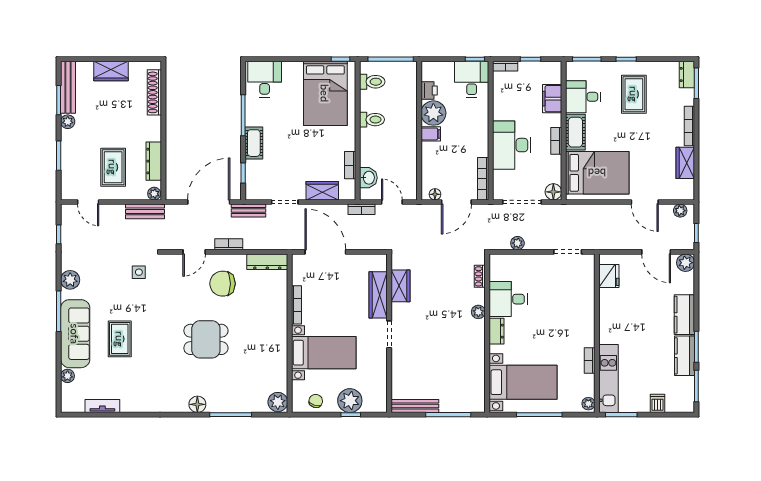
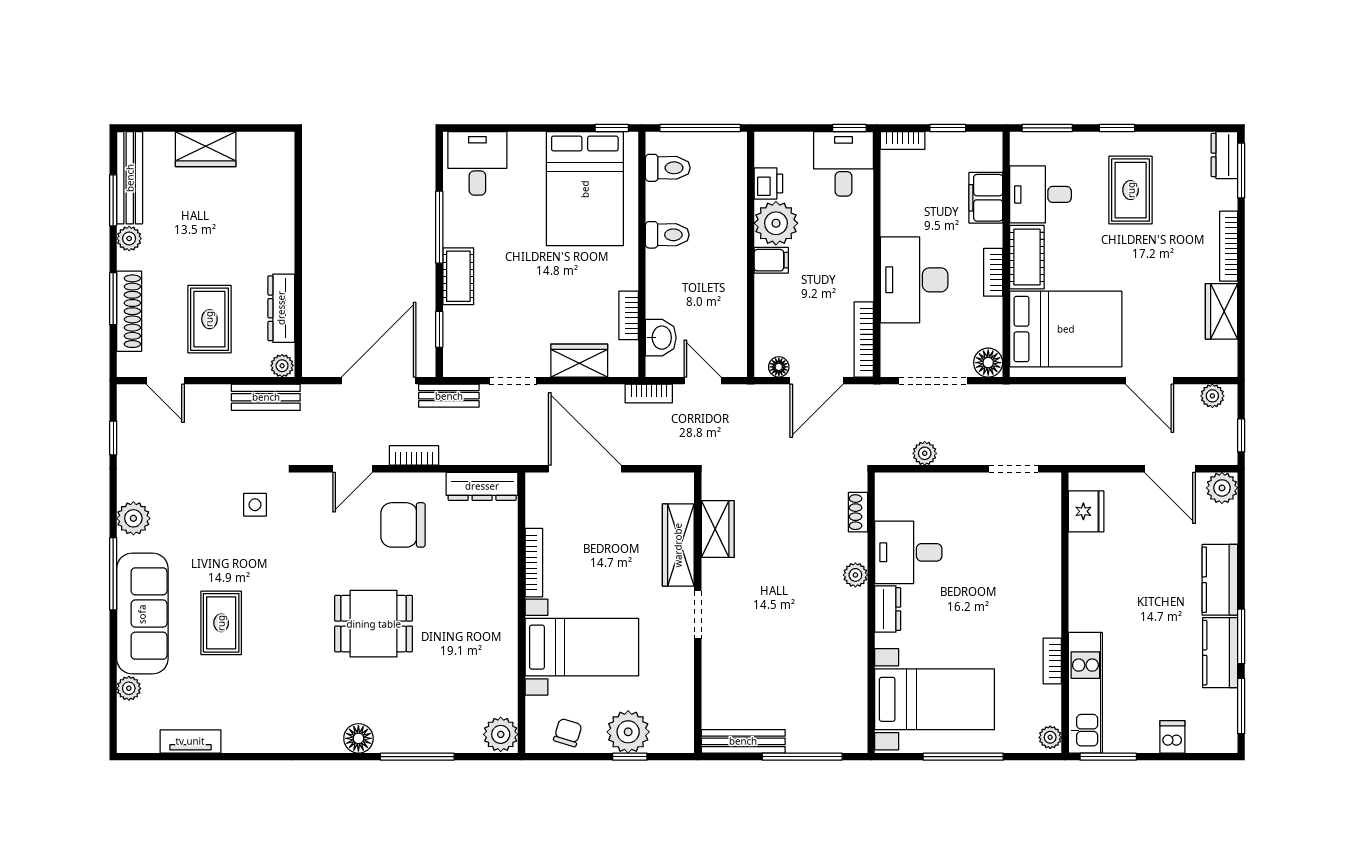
shoe rack: (154, 92) -> (129, 311), moved, turned 180

